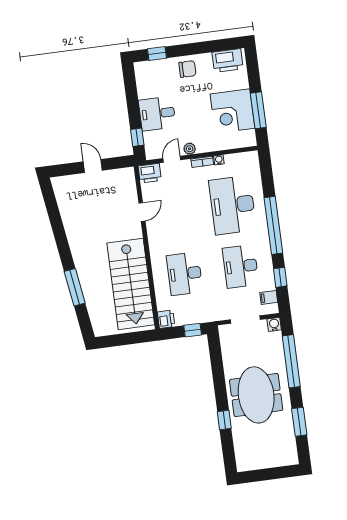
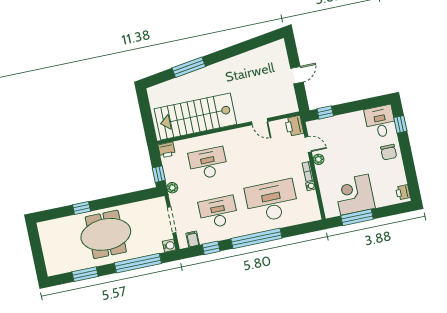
printer: (228, 60) -> (403, 192), width x0.53, depth x0.68
desk: (157, 114) -> (380, 122), moved
plant: (209, 316) -> (172, 188), added

